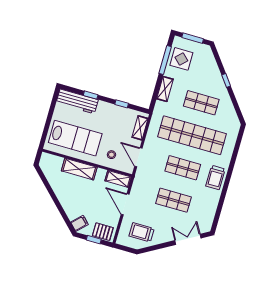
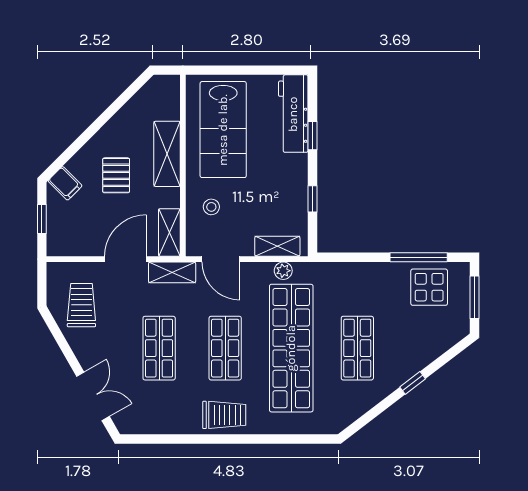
shelving: (165, 89) -> (172, 272), moved
plant: (153, 128) -> (283, 271), added
door: (138, 157) -> (221, 259), swing flipped
trolley: (215, 178) -> (224, 415), turned 180
pallet: (103, 232) -> (116, 175), moved

